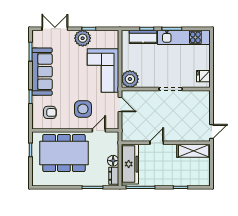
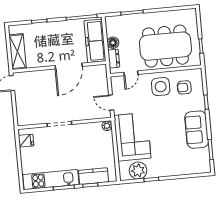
double door: (55, 29) -> (187, 176), removed
plant: (83, 38) -> (138, 171), moved
sofa: (42, 72) -> (197, 130), width x0.73
plant: (130, 79) -> (107, 126), width x0.53, depth x0.53
side table: (83, 109) -> (161, 87), moved
door: (157, 143) -> (69, 66), width x1.87
shelving: (194, 151) -> (18, 52), moved, turned 90
dresser: (114, 176) -> (114, 59), moved

